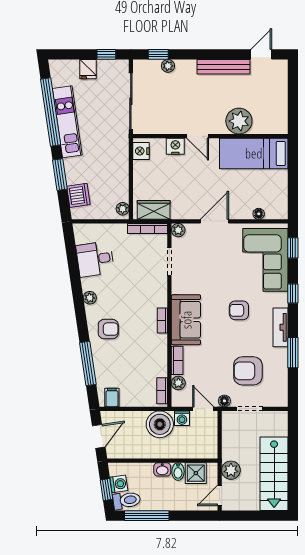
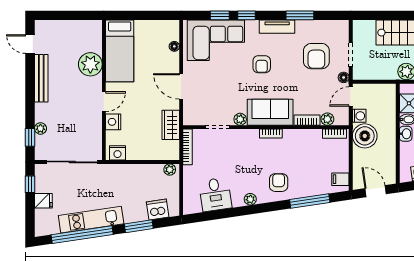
wardrobe: (154, 210) -> (171, 125), moved
plant: (178, 230) -> (240, 119), moved
window: (293, 248) -> (220, 15), moved

